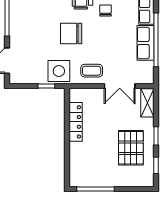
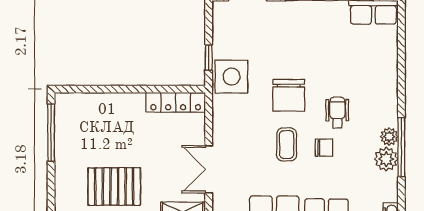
chair: (71, 34) -> (289, 95), turned 180
coffee table: (92, 71) -> (287, 144), moved
locker: (76, 122) -> (176, 102), moved

